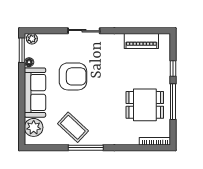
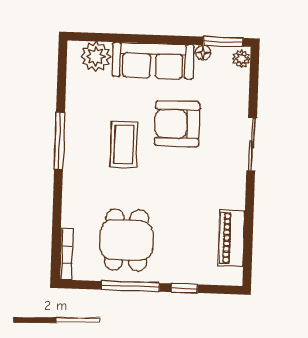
armchair: (73, 76) -> (177, 124), turned 90
coffee table: (73, 127) -> (124, 145), moved, turned -43

